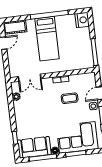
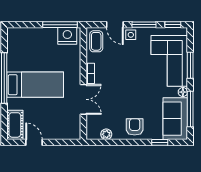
nightstand: (82, 20) -> (67, 36), moved
double door: (30, 78) -> (83, 99), moved
coffee table: (70, 98) -> (96, 41), moved
armchair: (24, 117) -> (135, 127), added

